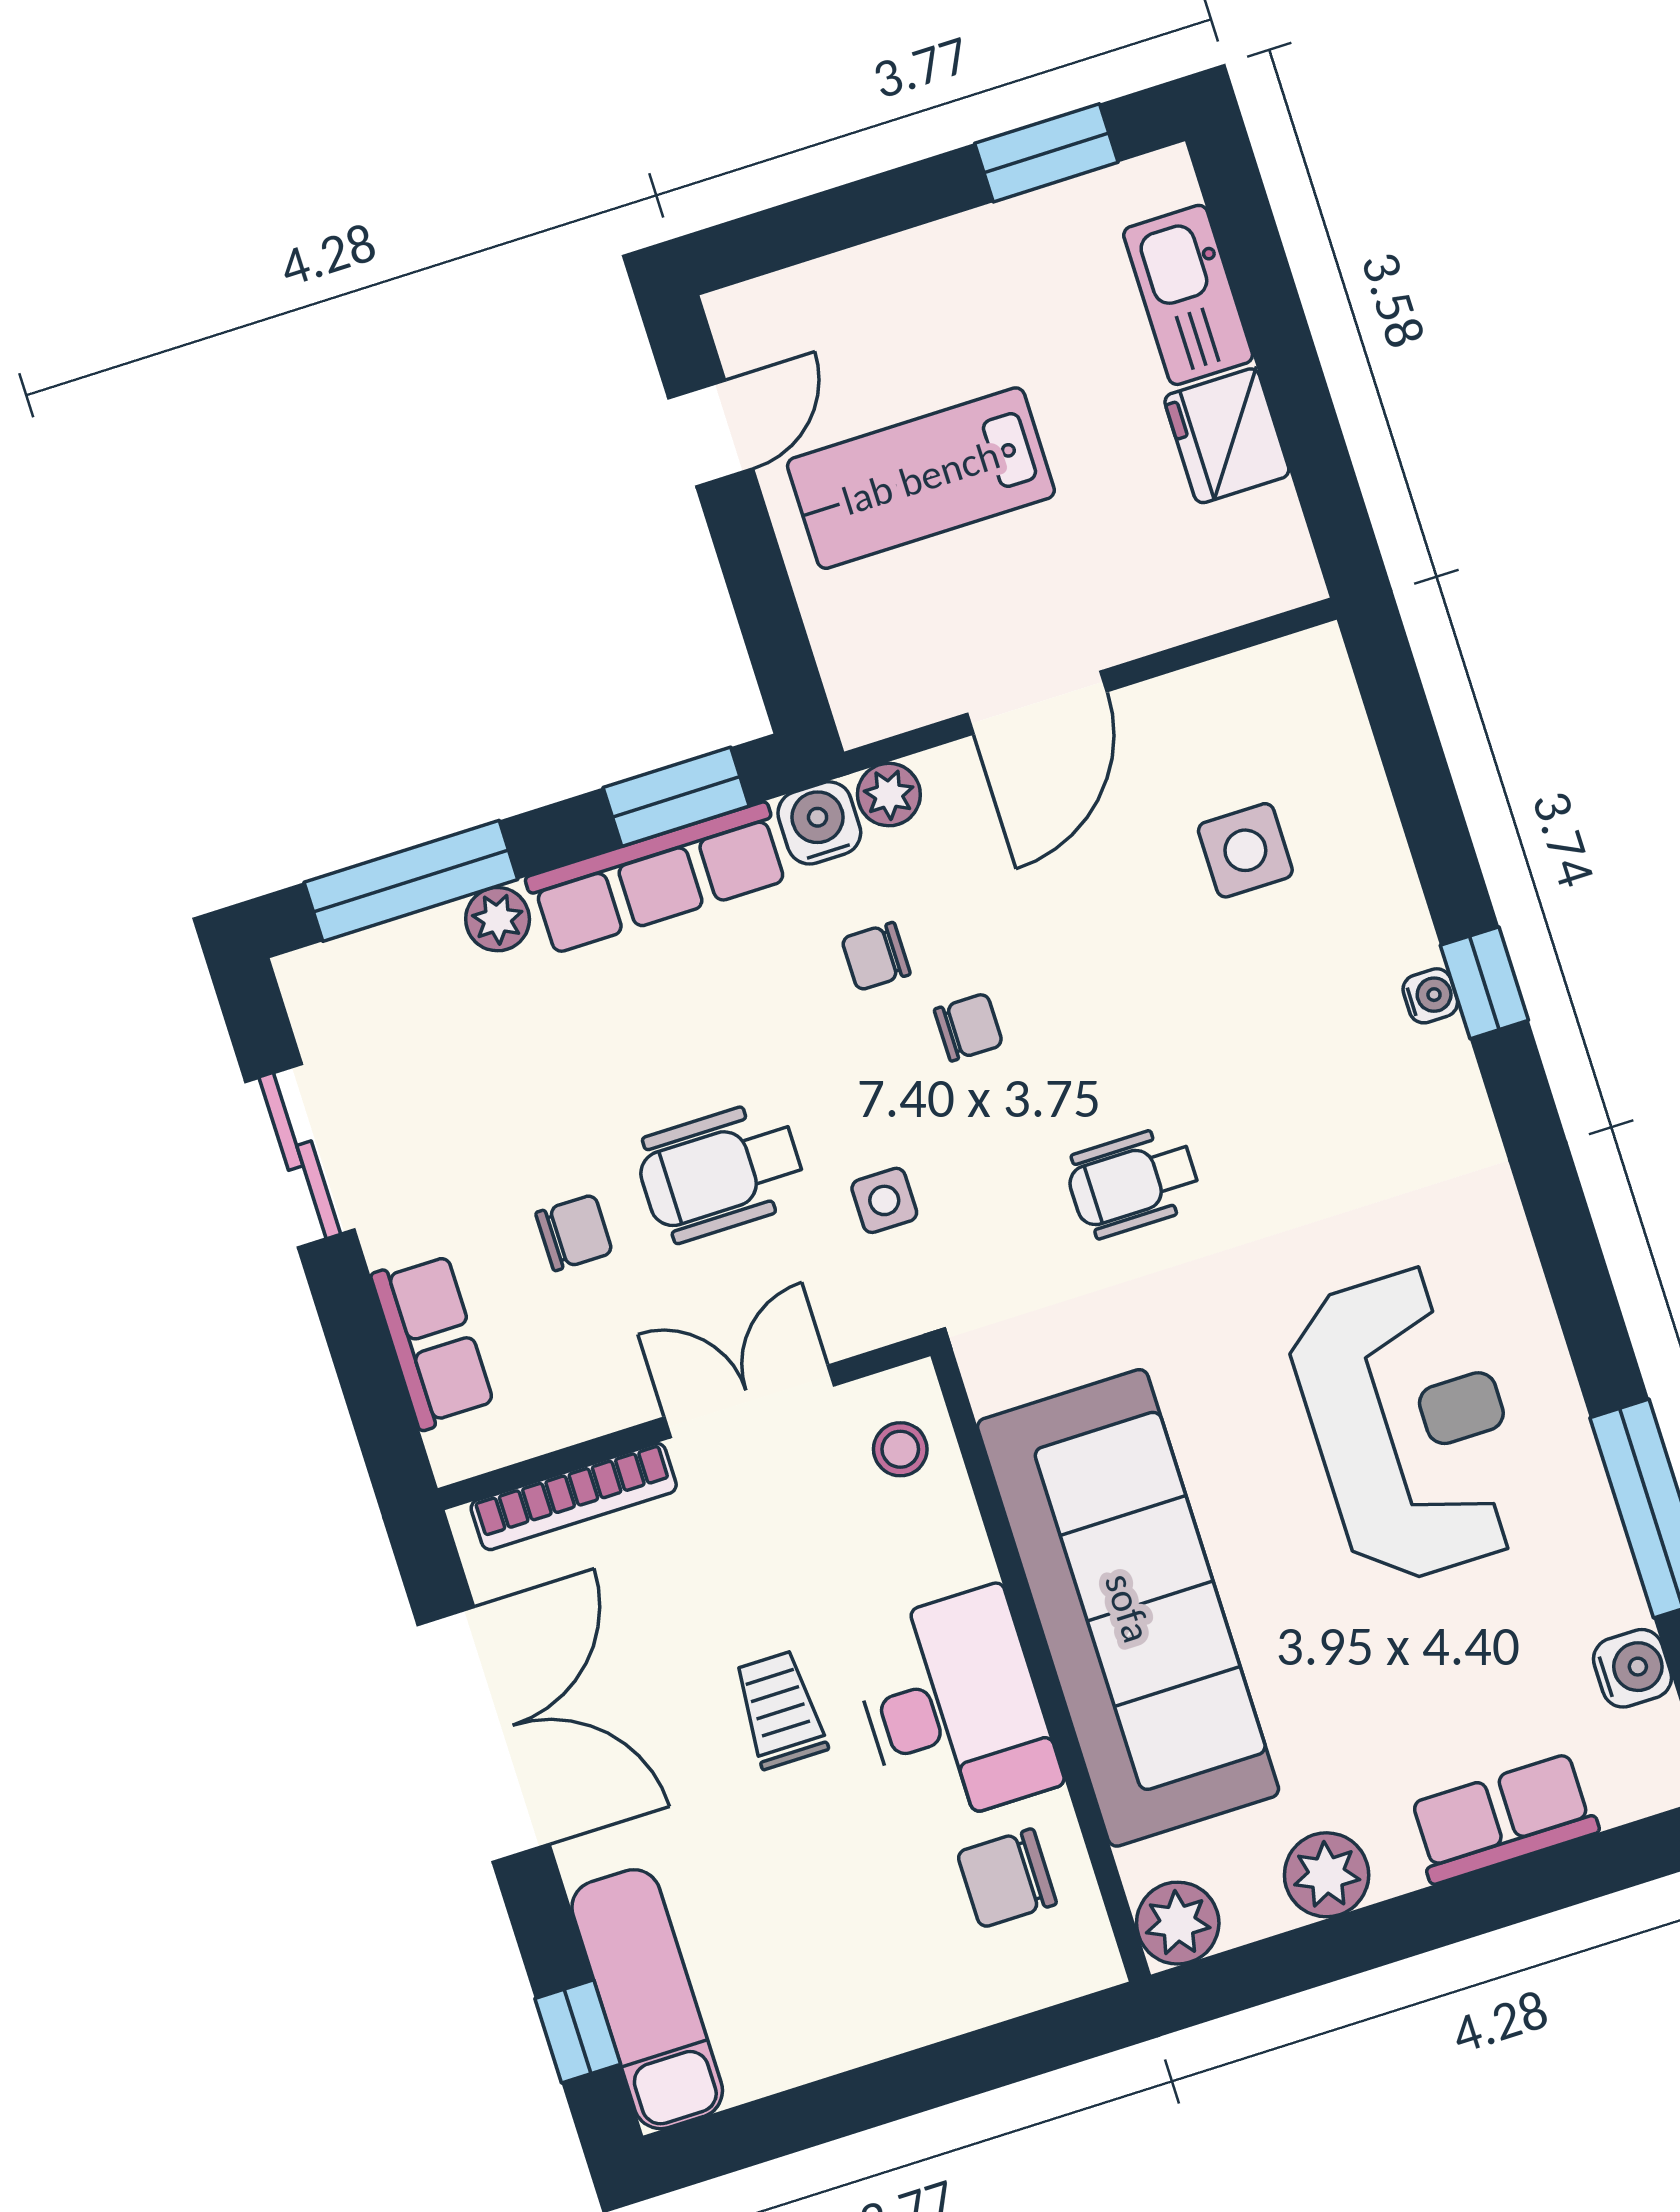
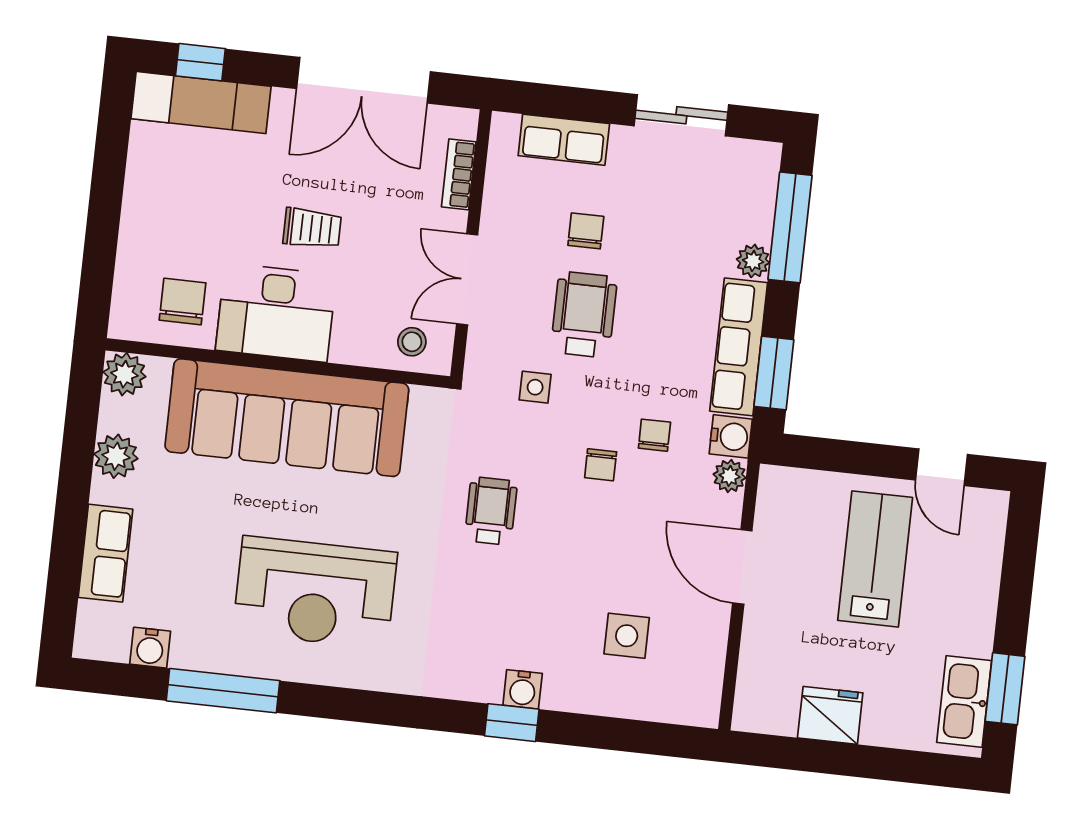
kitchen sink: (1188, 295) -> (964, 702), moved, turned -90
water cooler: (1430, 996) -> (523, 689), width x1.38, depth x1.38
chair: (574, 1233) -> (586, 231), turned 180
double door: (749, 1401) -> (467, 279), swing flipped
bookcase: (574, 1496) -> (459, 174), width x0.64

